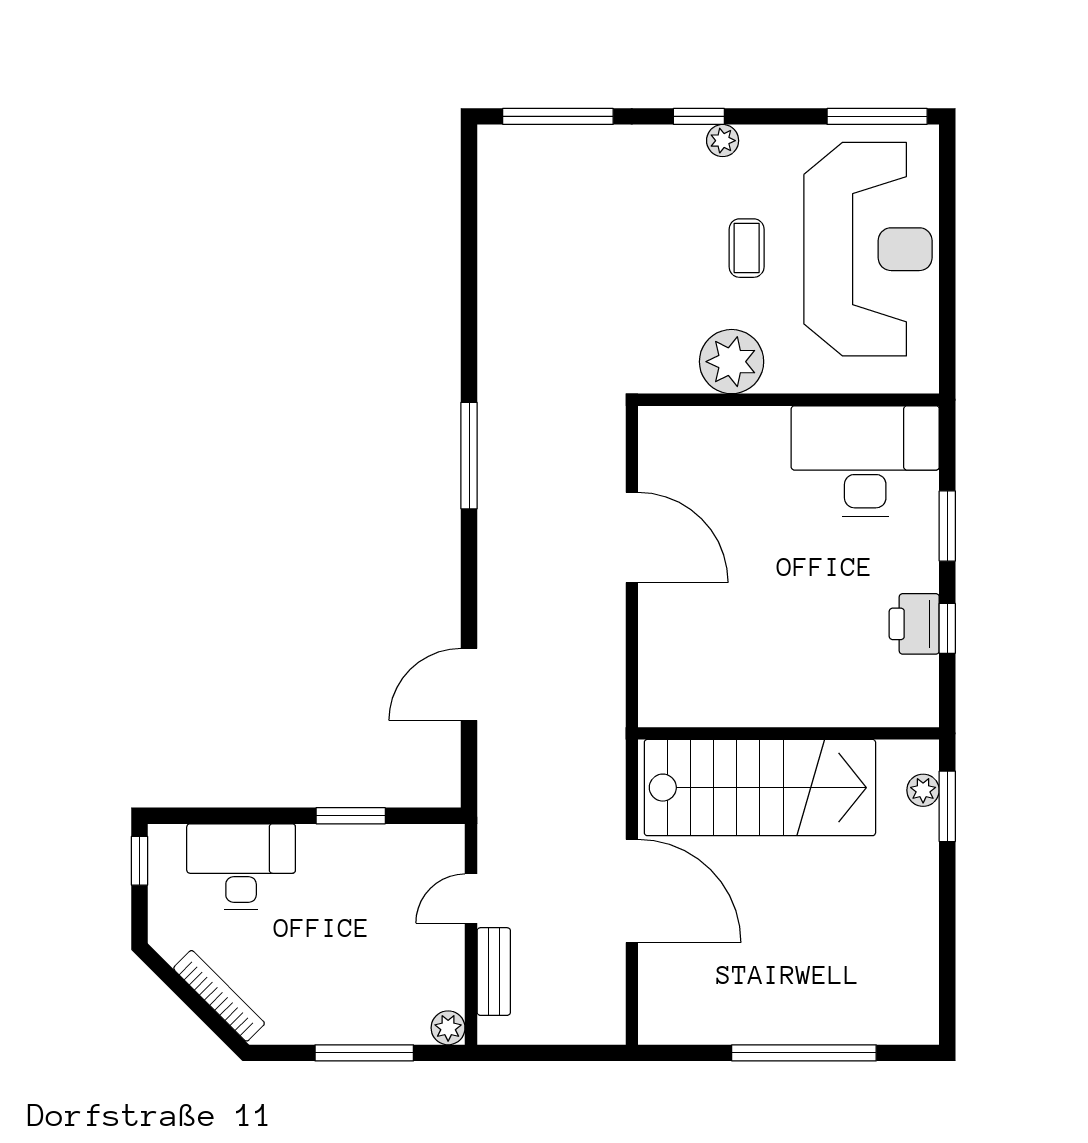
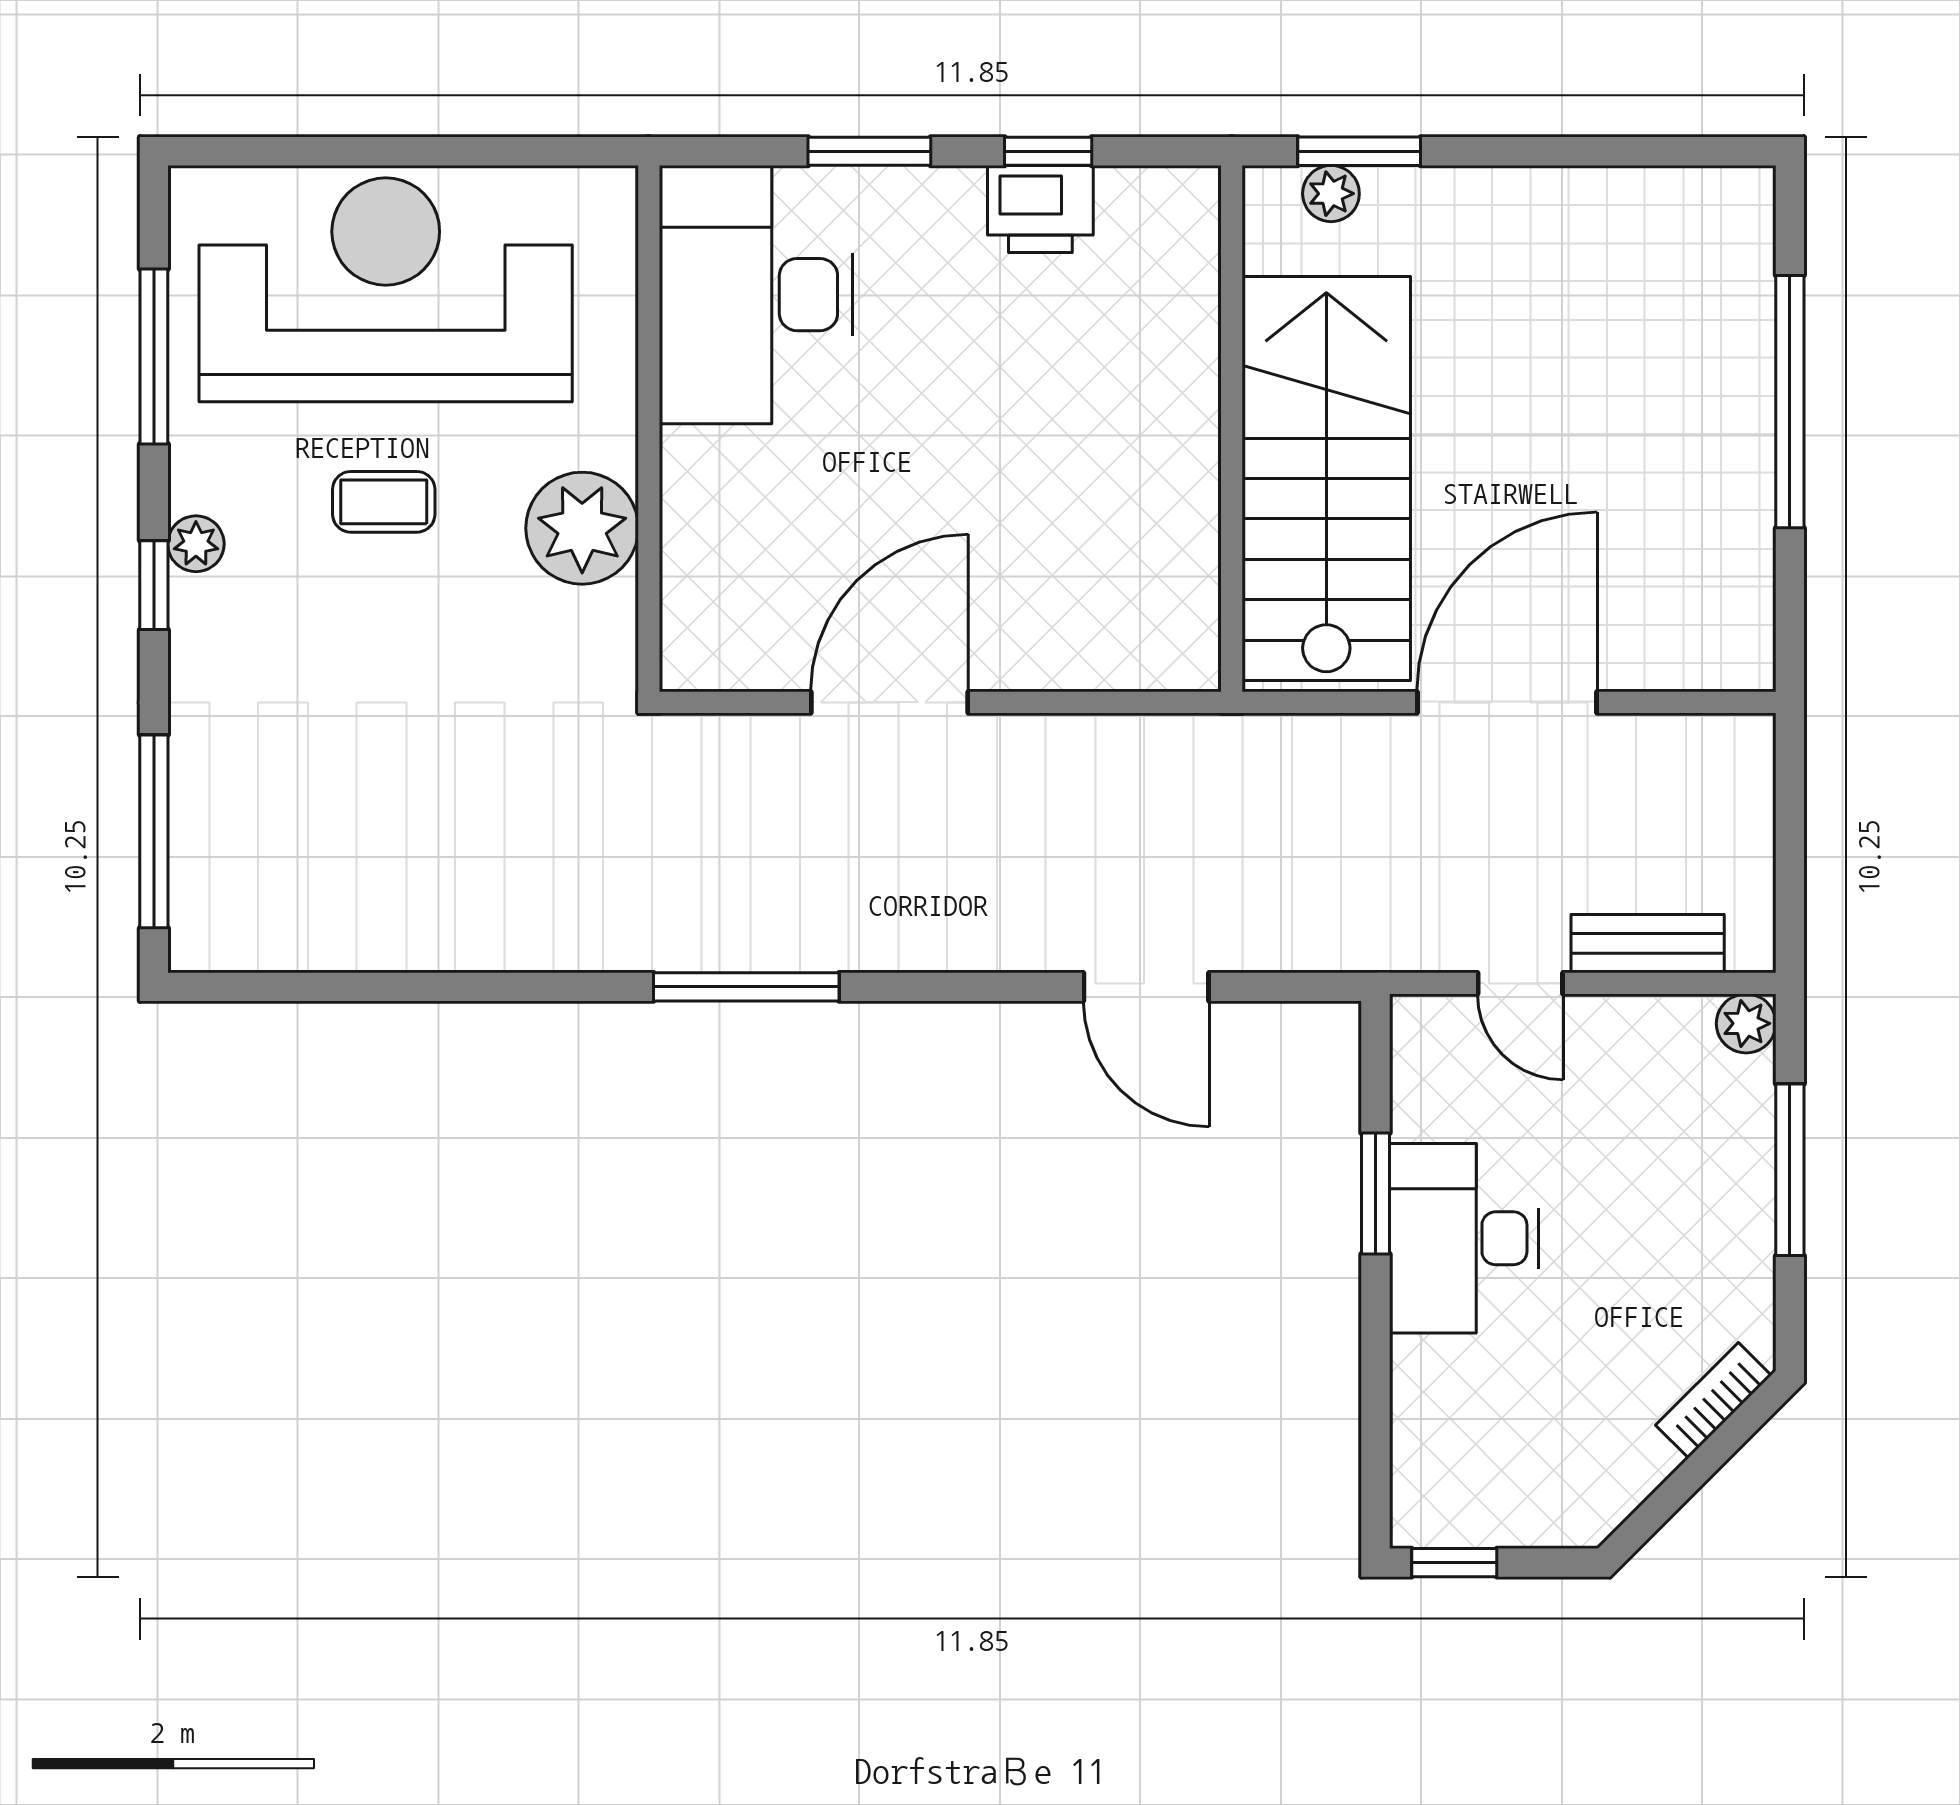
window: (877, 116) -> (154, 356), moved
desk: (241, 866) -> (1464, 1238), moved
bookcase: (219, 996) -> (1713, 1400), width x0.64

